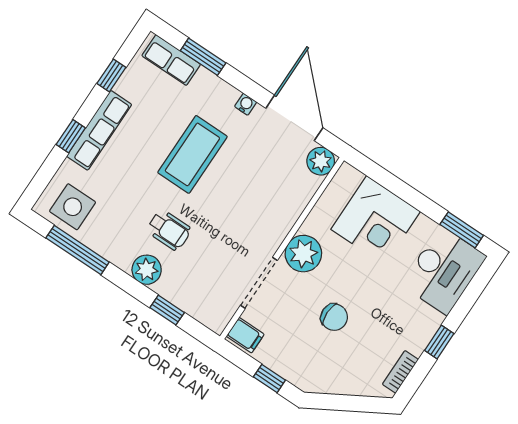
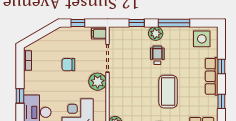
wheelchair: (169, 230) -> (157, 55), turned 90
window: (78, 250) -> (174, 23), moved
window: (439, 342) -> (20, 96), moved

